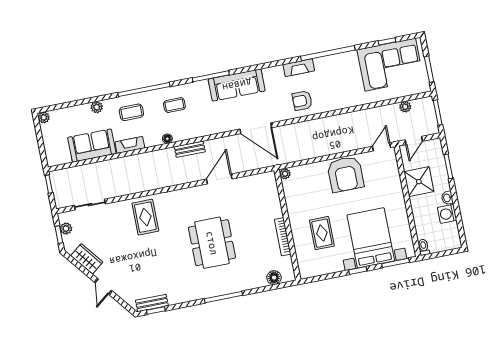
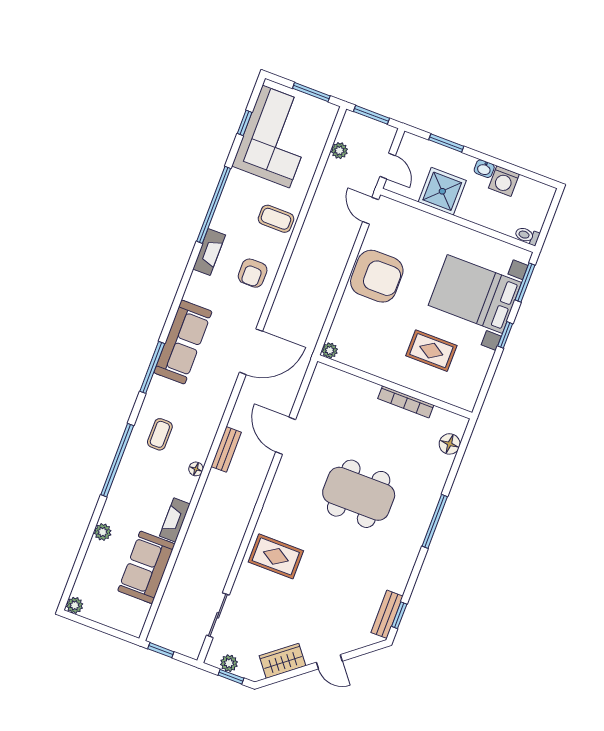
coffee table: (131, 112) -> (276, 219), moved, turned 90

